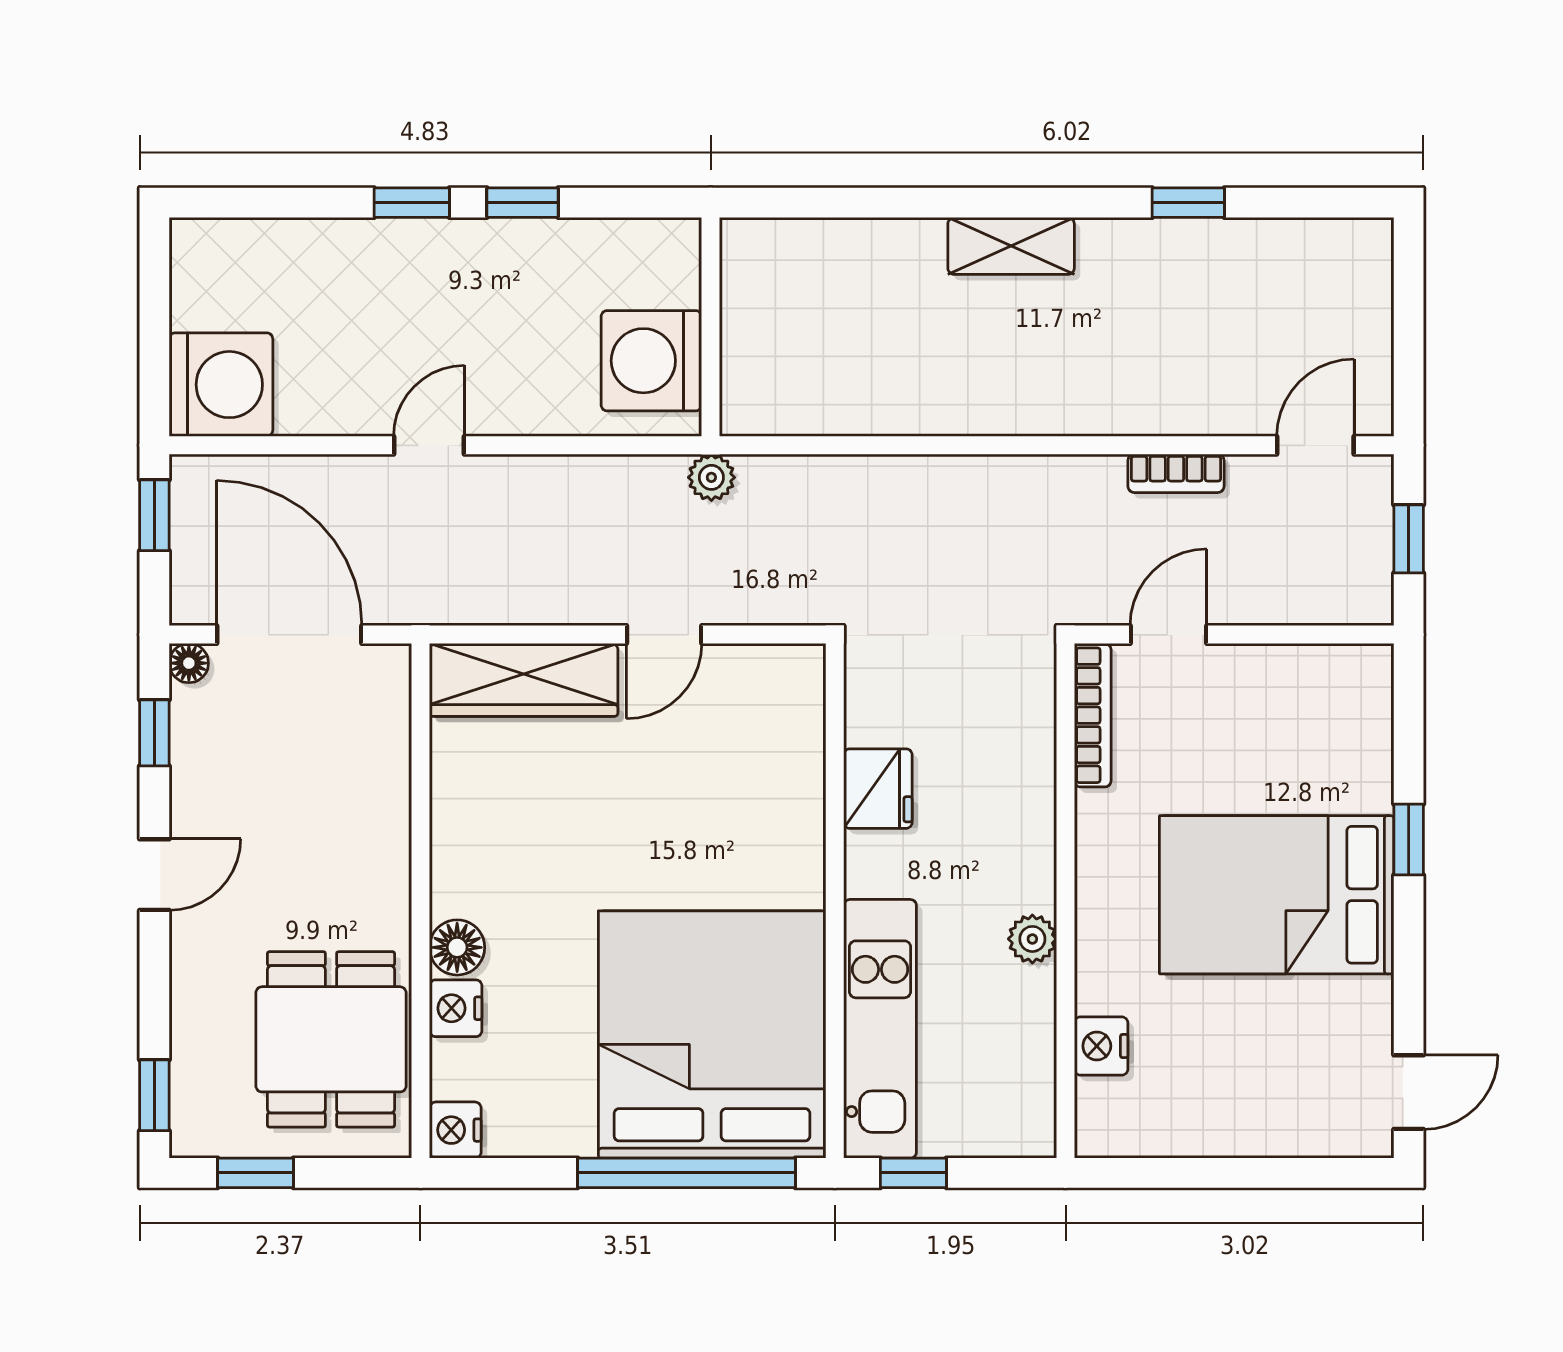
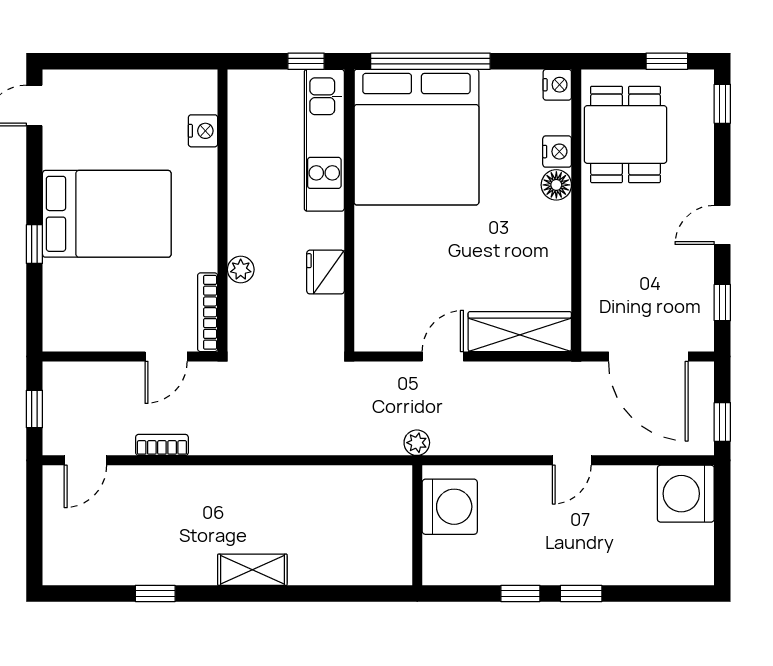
floor lamp: (189, 663) -> (703, 341), removed
plant: (1032, 939) -> (241, 270), moved

